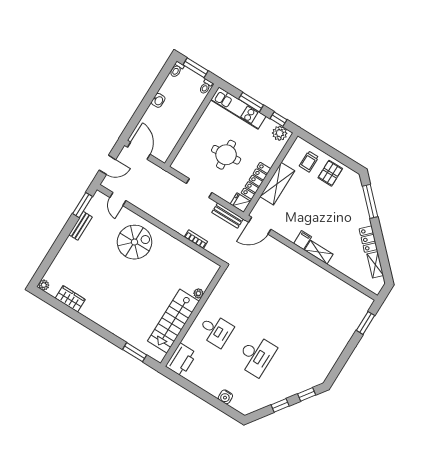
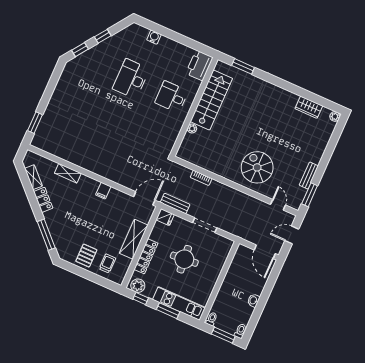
locker: (256, 181) -> (146, 256), moved
spiral stairs: (134, 242) -> (257, 167), turned 90
shelving: (319, 252) -> (68, 173), moved

